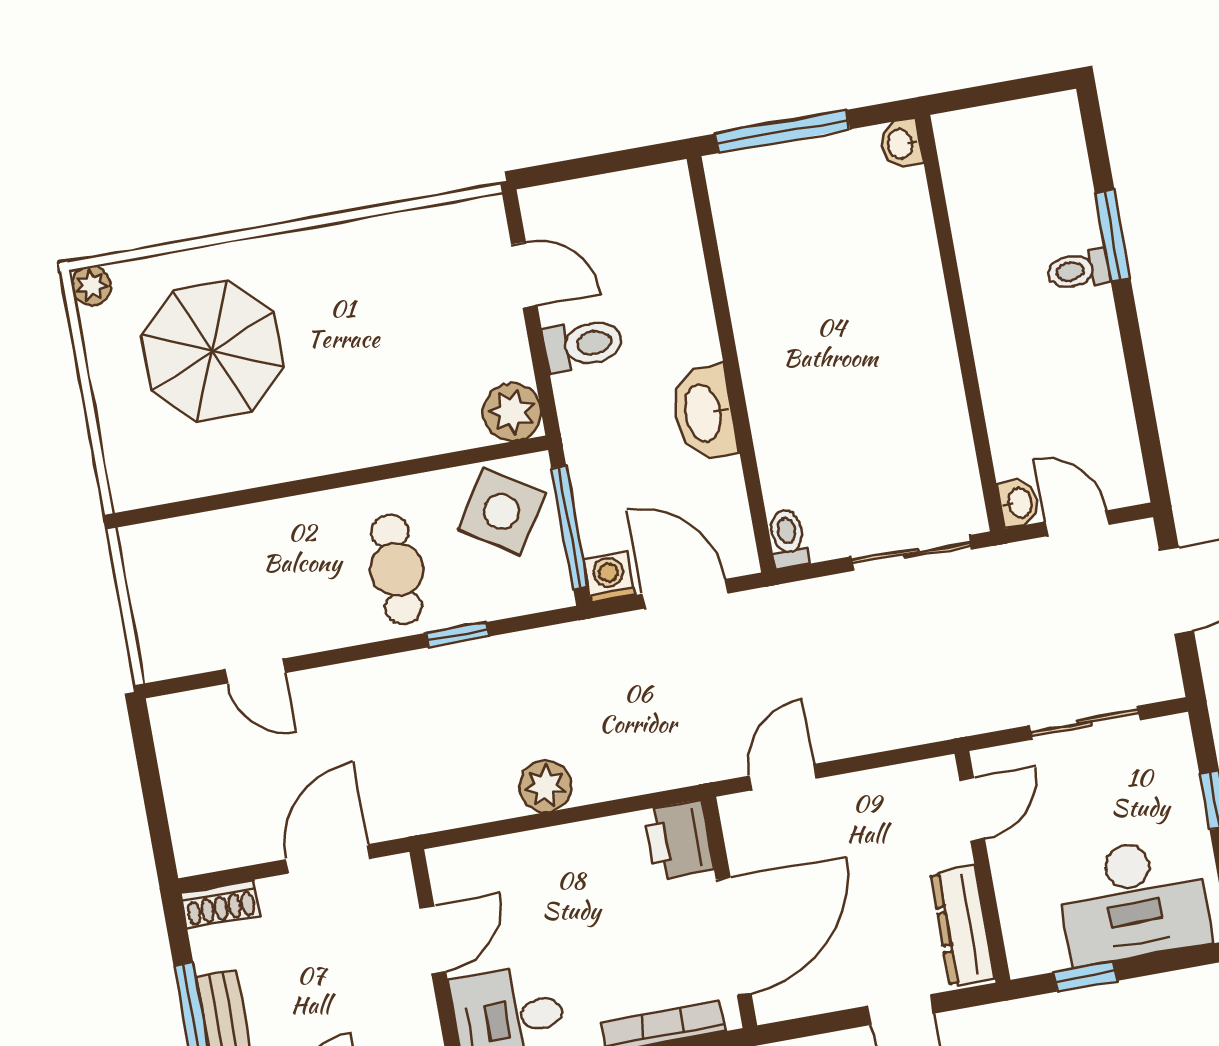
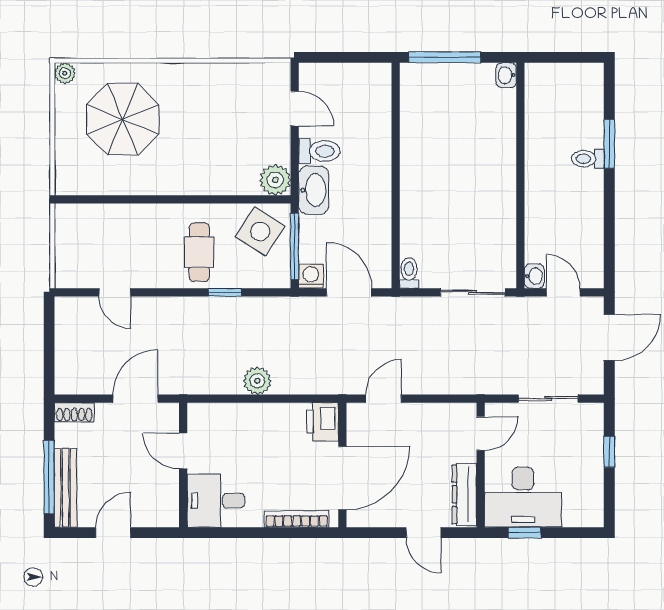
washbasin: (704, 413) -> (314, 190), moved, turned 180
desk: (1133, 901) -> (523, 497), moved
door: (433, 939) -> (183, 451), swing flipped

